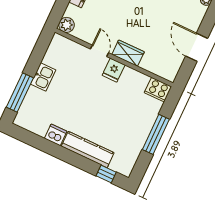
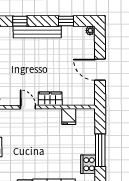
fridge: (114, 70) -> (69, 117), moved
cooker: (158, 90) -> (88, 164), moved, turned 90

